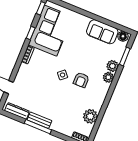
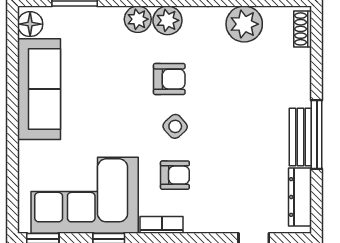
sofa: (102, 32) -> (39, 89), width x1.36
plant: (112, 66) -> (167, 20), moved
armchair: (44, 67) -> (175, 175), added

